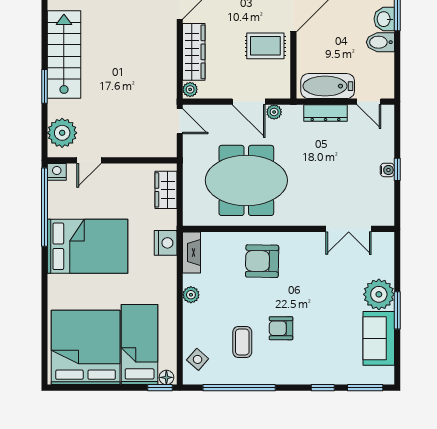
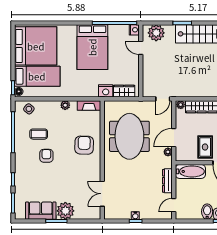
bathtub: (328, 86) -> (190, 171), moved, turned 90
nightstand: (166, 243) -> (106, 91), moved

